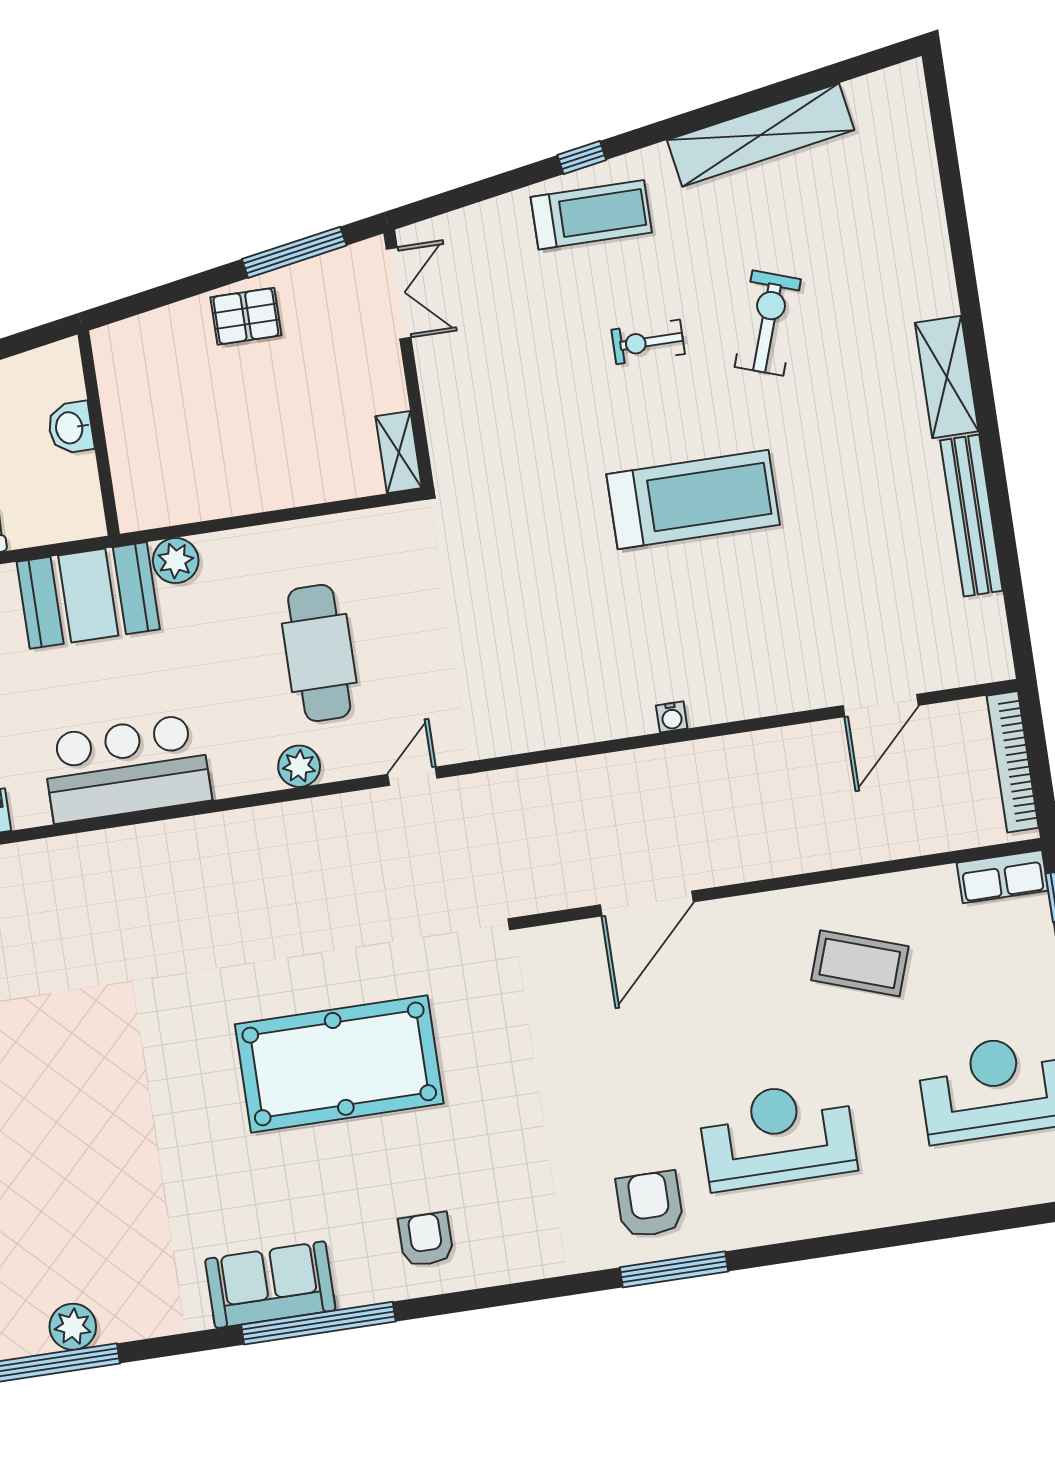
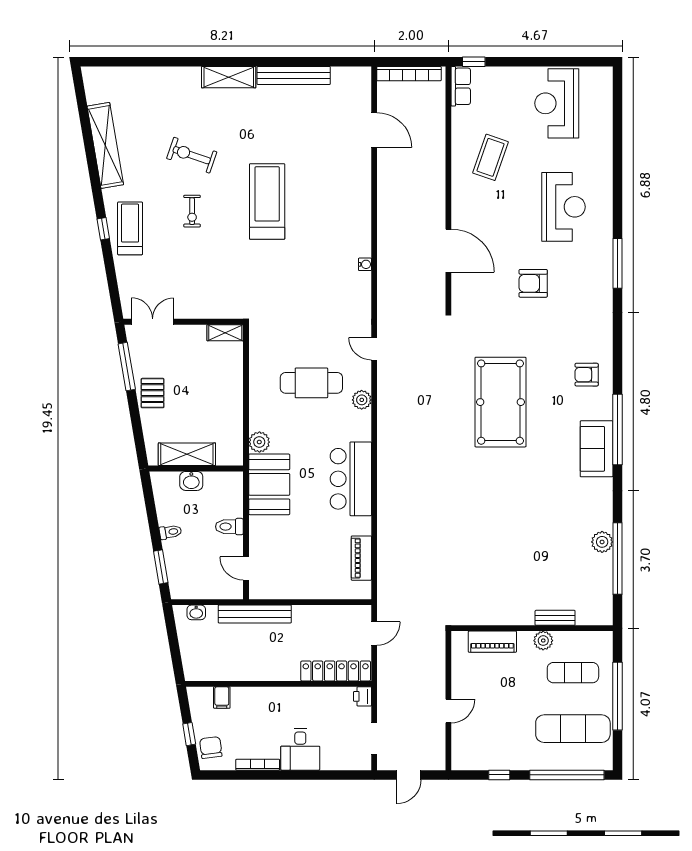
shelving: (126, 410) -> (187, 454), added
water cooler: (672, 717) -> (365, 264), moved
reception desk: (778, 1135) -> (563, 207), turned 180
armchair: (650, 1204) -> (533, 283), moved

